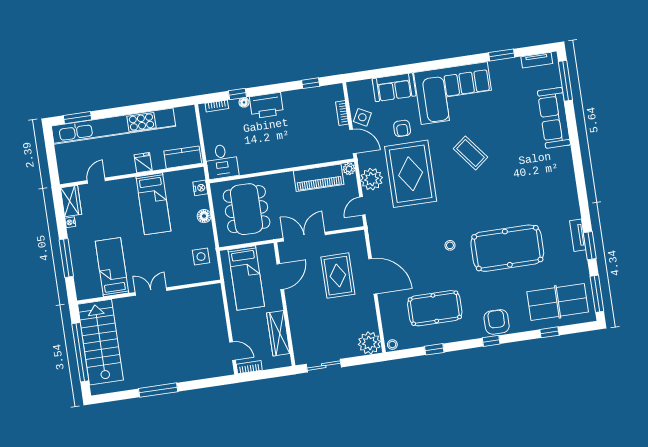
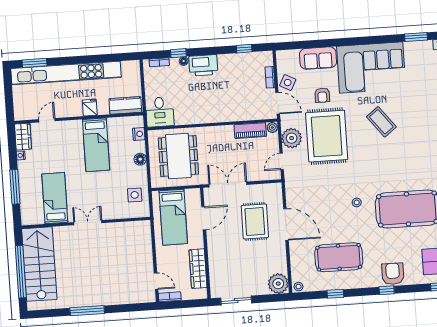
piano: (319, 178) -> (250, 131), width x0.73, depth x0.75

